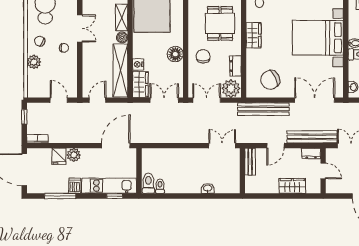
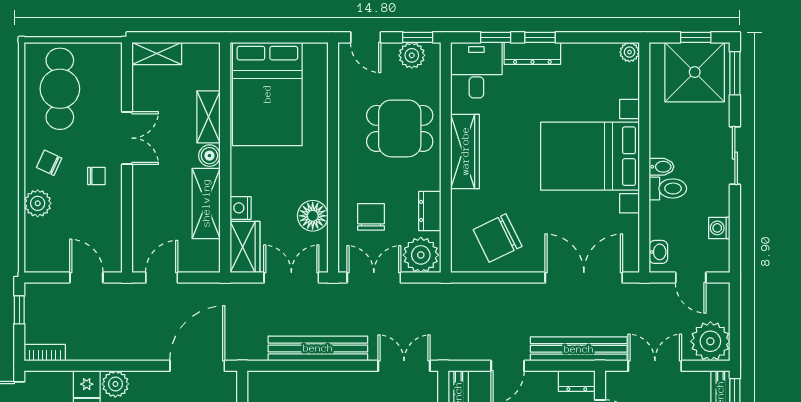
dining table: (220, 23) -> (400, 128), turned 90
wardrobe: (254, 35) -> (465, 151), width x1.50
floor lamp: (175, 54) -> (313, 216), moved
chair: (203, 56) -> (371, 217), moved
shelving: (120, 70) -> (206, 203), width x0.68
bench: (263, 109) -> (318, 348), moved

